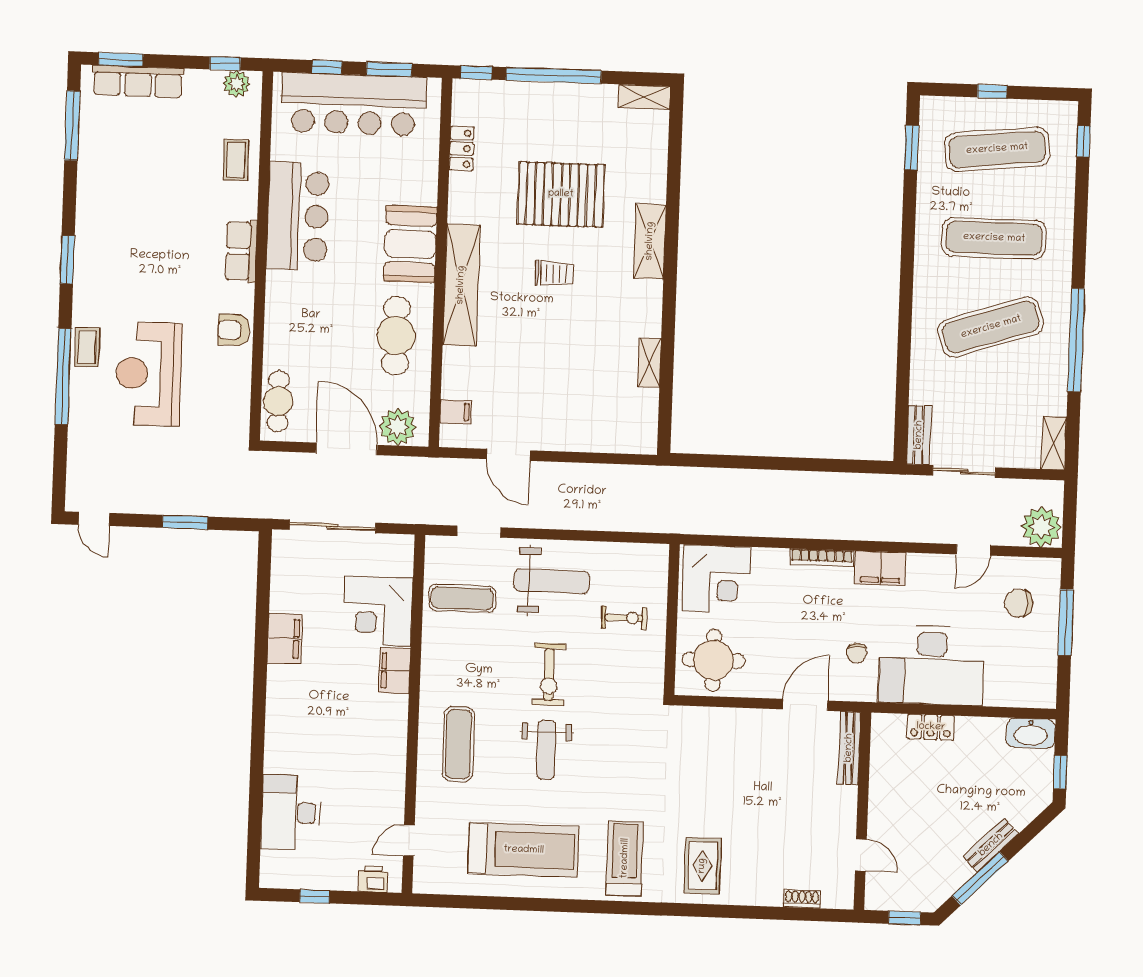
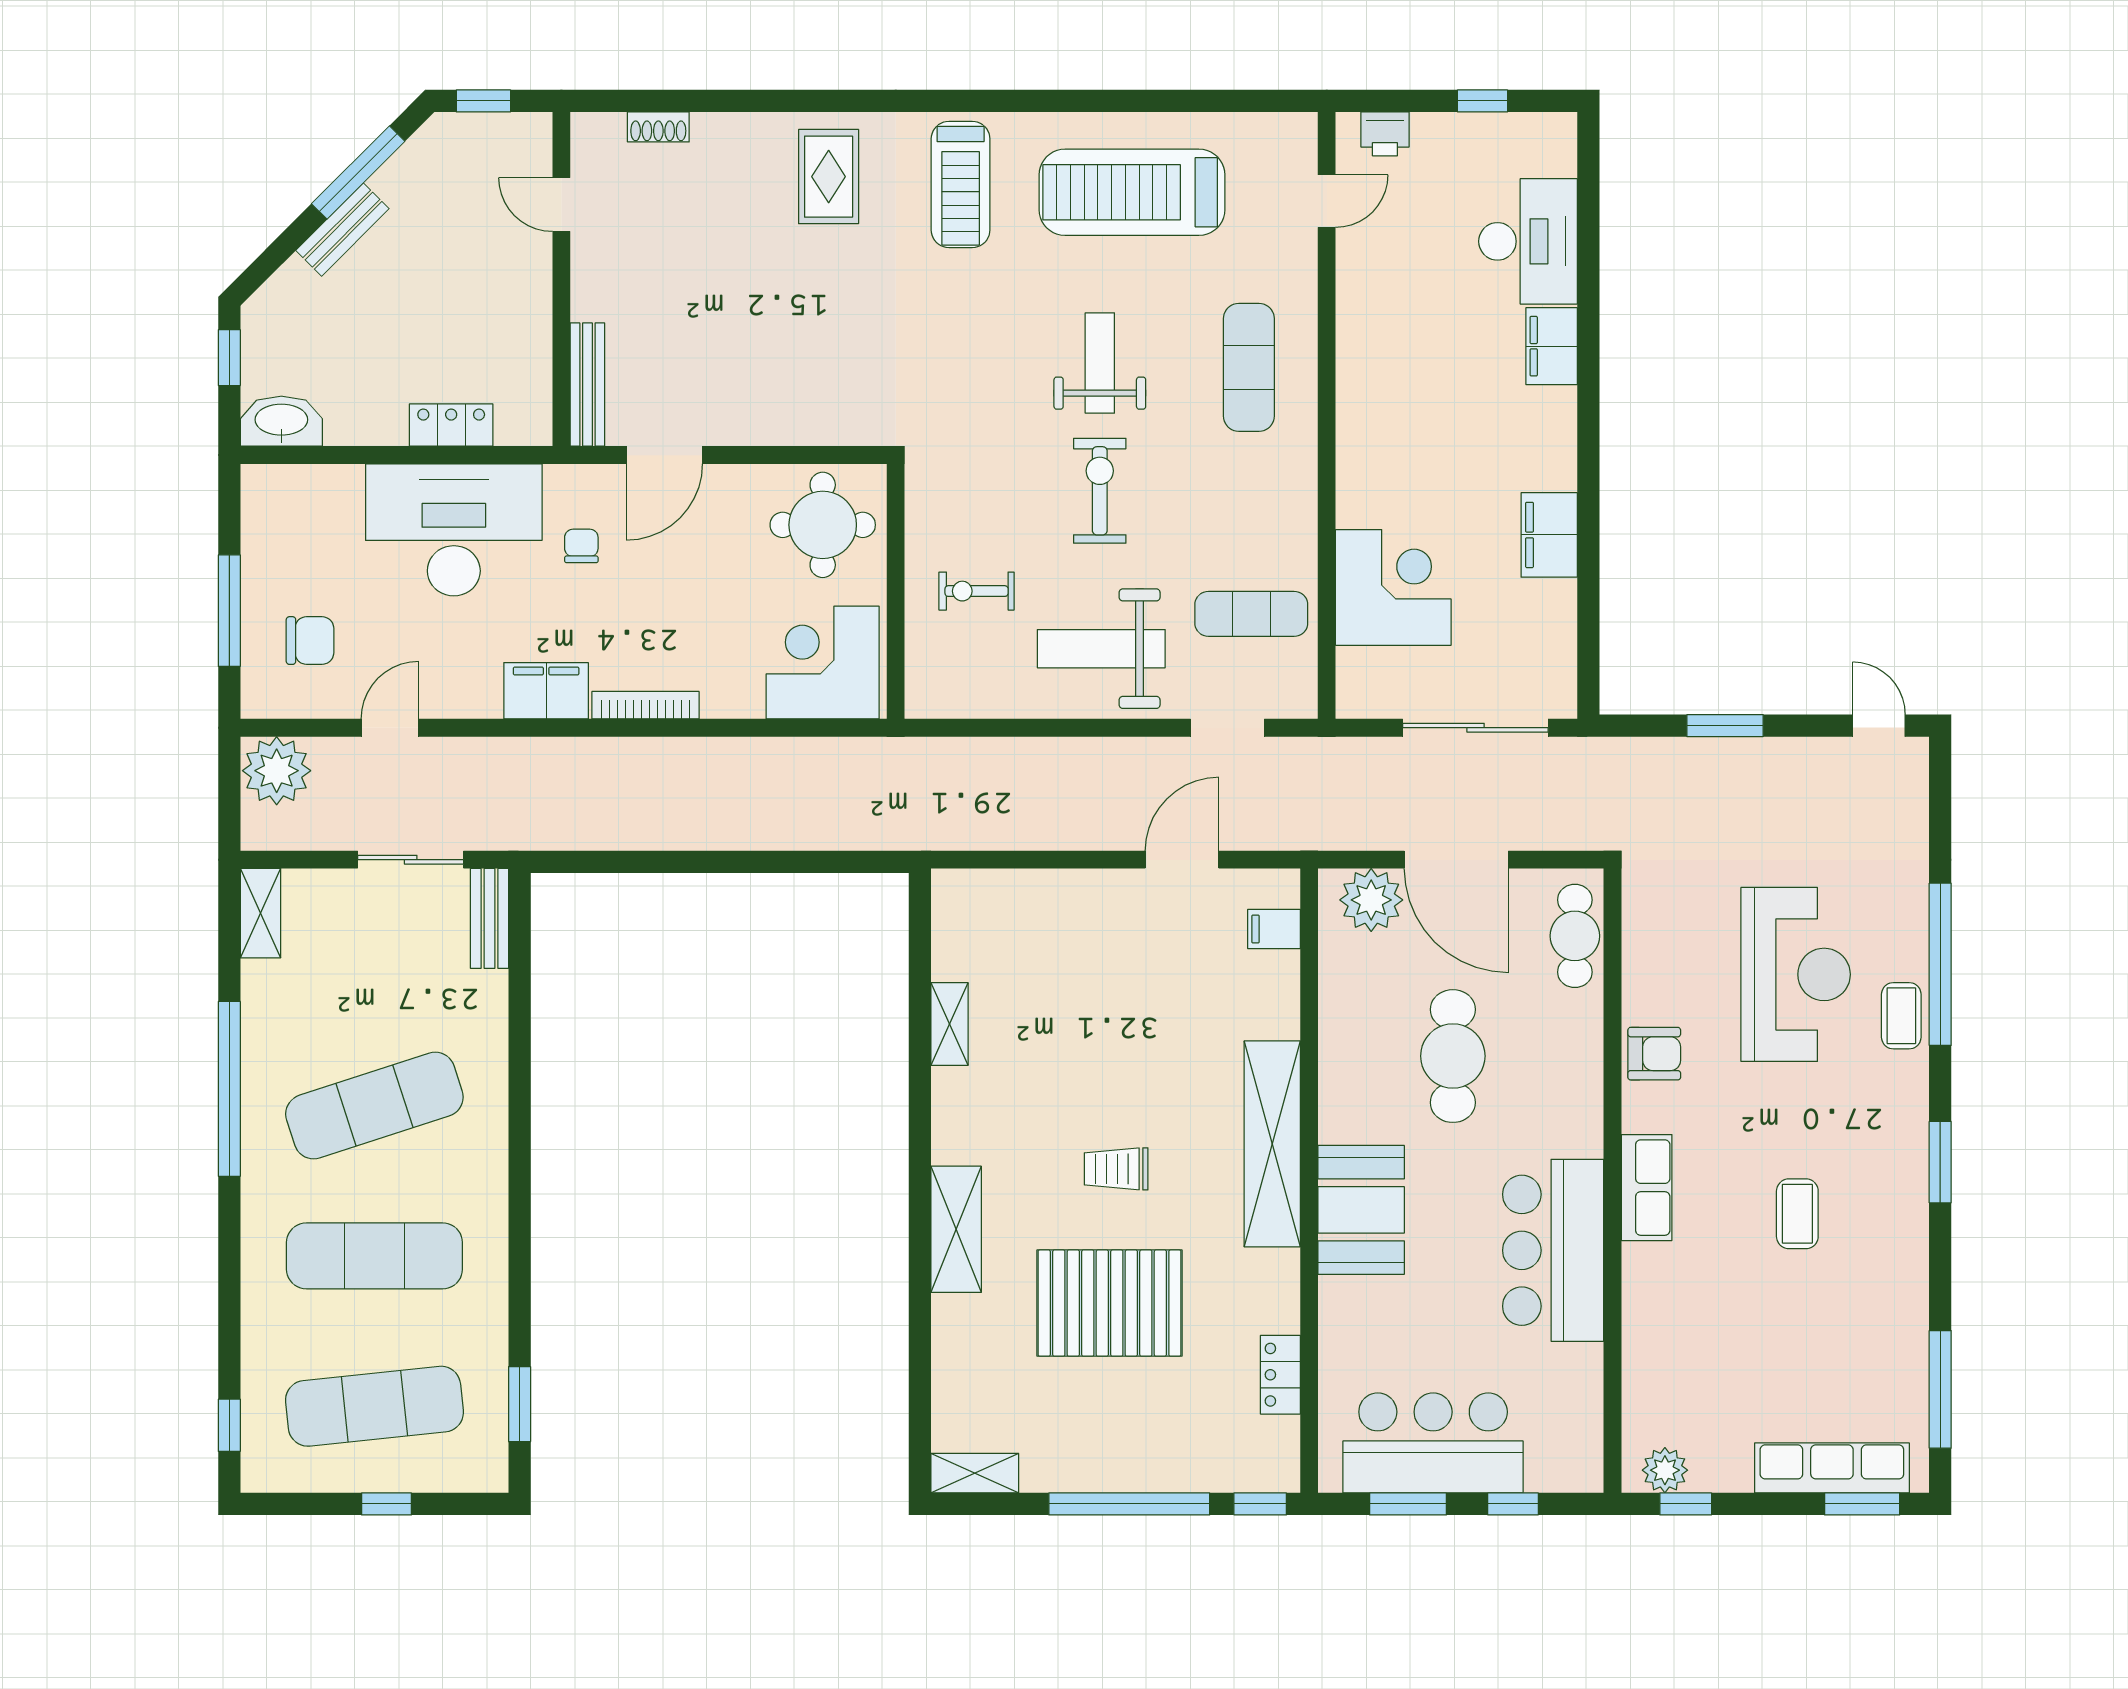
bar counter: (354, 104) -> (1433, 1443), width x0.73
coffee table: (236, 160) -> (1797, 1214), moved
cafe table: (396, 336) -> (1453, 1056), moved
door: (508, 455) -> (1182, 860), hinge flipped
filing cabinet: (395, 671) -> (1552, 346), moved, turned 180

